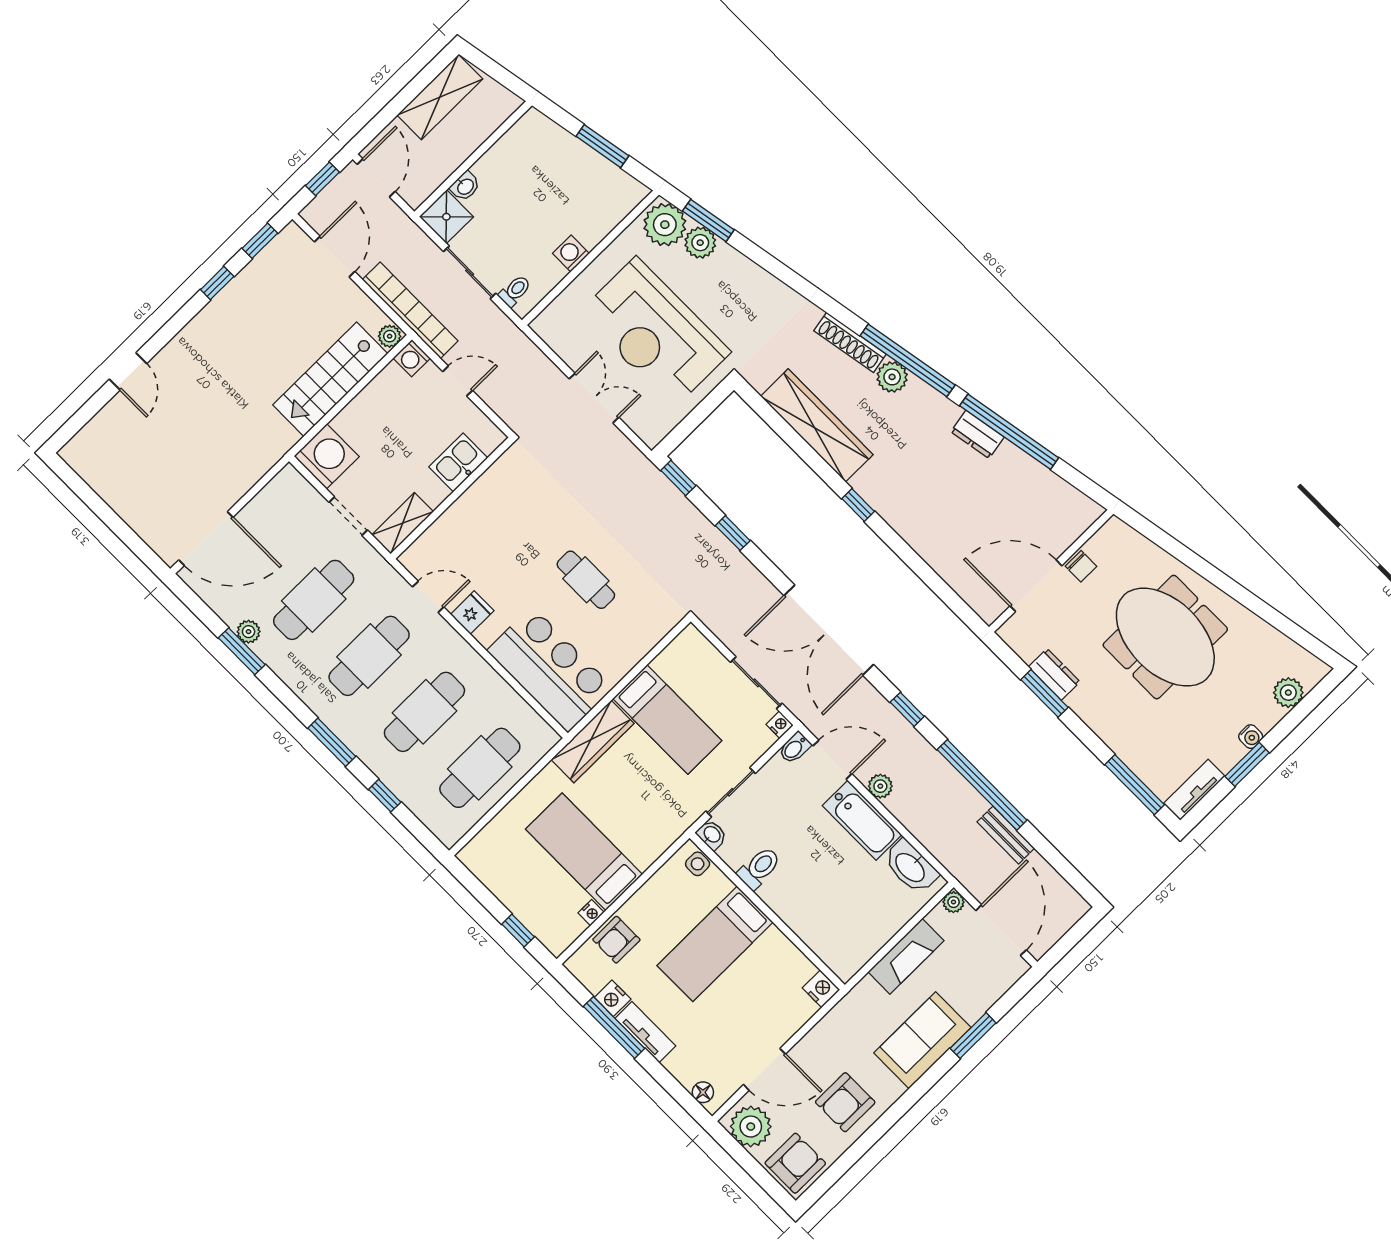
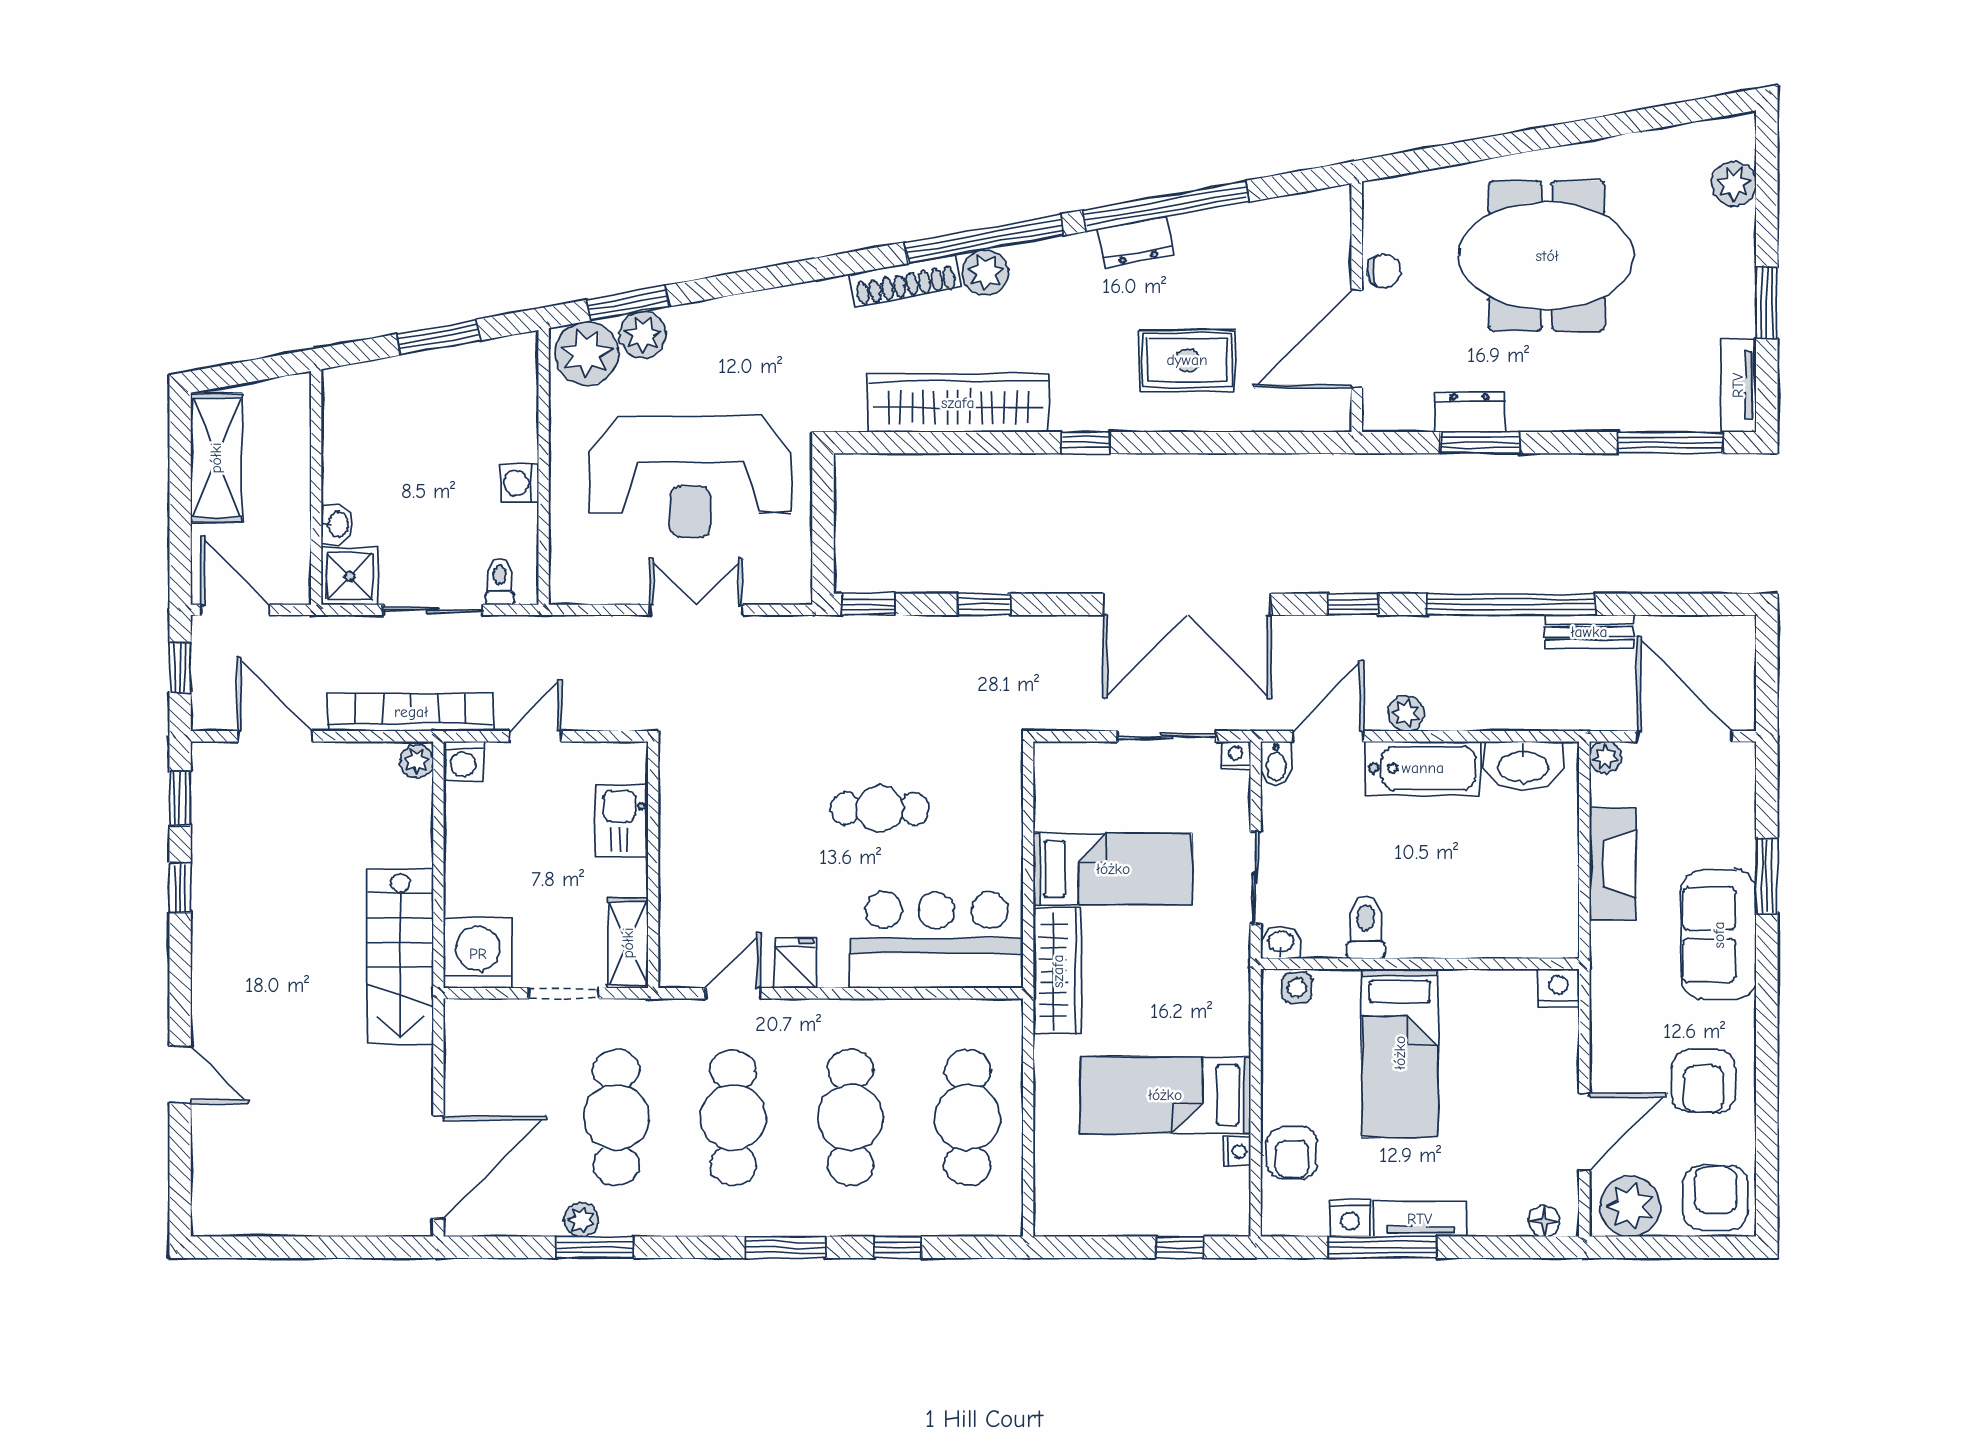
stairs: (330, 379) -> (400, 957), moved
rug: (945, 515) -> (1187, 360), added
water cooler: (1251, 737) -> (1741, 270), removed

